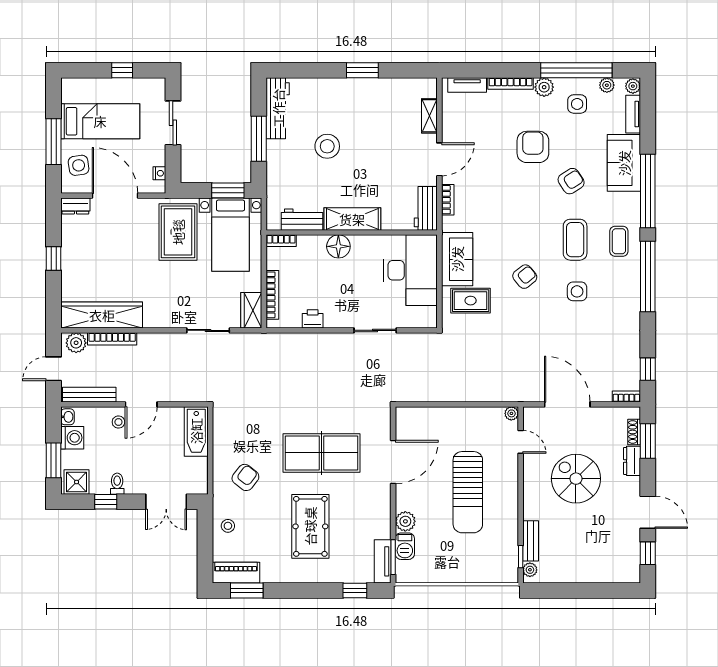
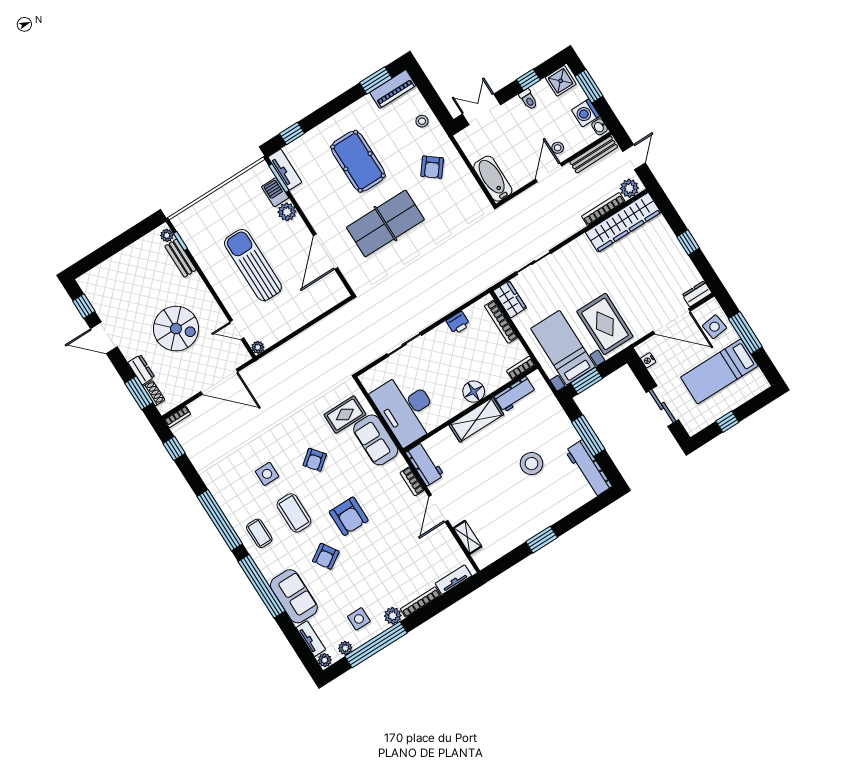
armchair: (533, 147) -> (349, 516), moved

